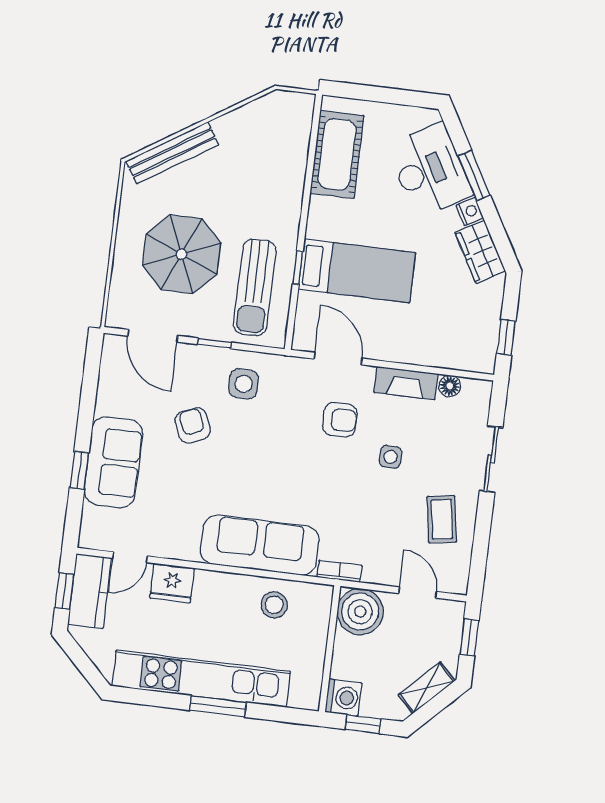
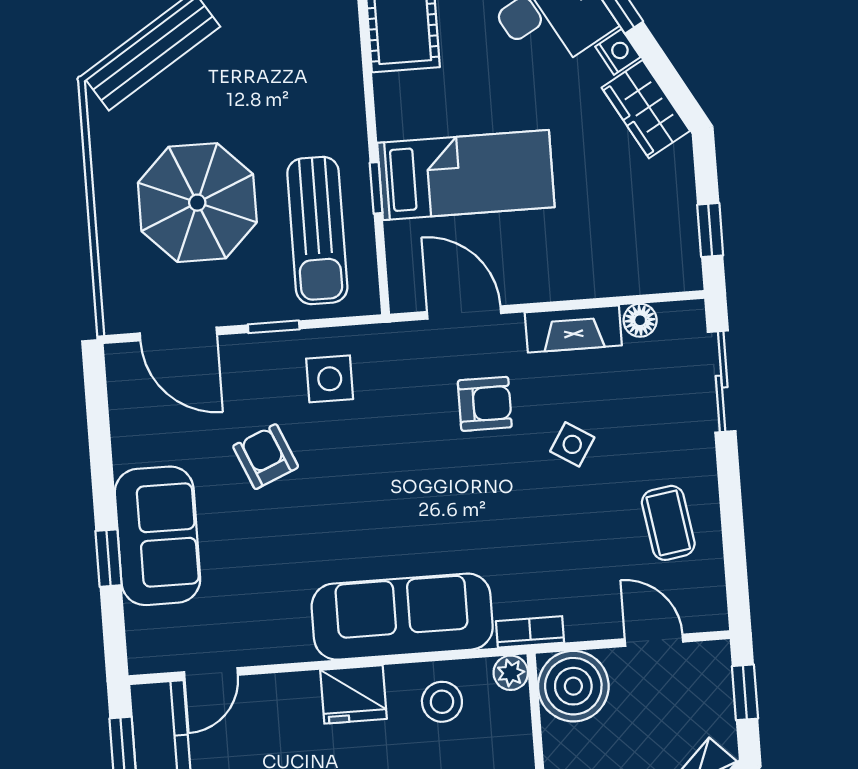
side table: (390, 457) -> (572, 444), turned 32
sliding door: (491, 459) -> (722, 382), moved
fridge: (172, 583) -> (354, 694), moved
plant: (322, 595) -> (511, 673), added

